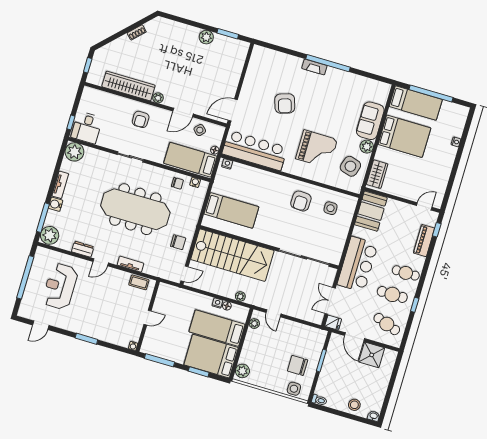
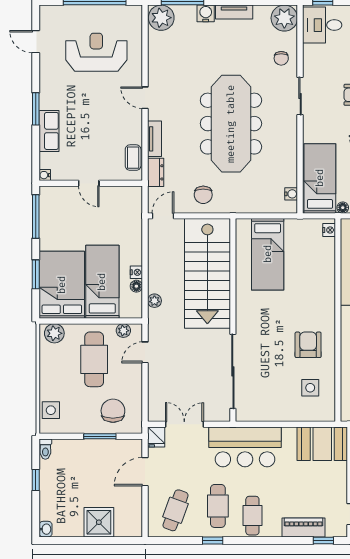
chair: (177, 183) -> (281, 58), moved
armchair: (301, 201) -> (308, 345), turned 88
dresser: (83, 249) -> (156, 172), moved
door: (184, 274) -> (163, 216), swing flipped
row of seats: (104, 334) -> (49, 131), added
cafe table: (268, 349) -> (94, 359), added
shower: (372, 355) -> (99, 522), moved
chair: (298, 365) -> (113, 411), moved
stool: (354, 405) -> (53, 499), removed
window: (338, 413) -> (36, 480), added

